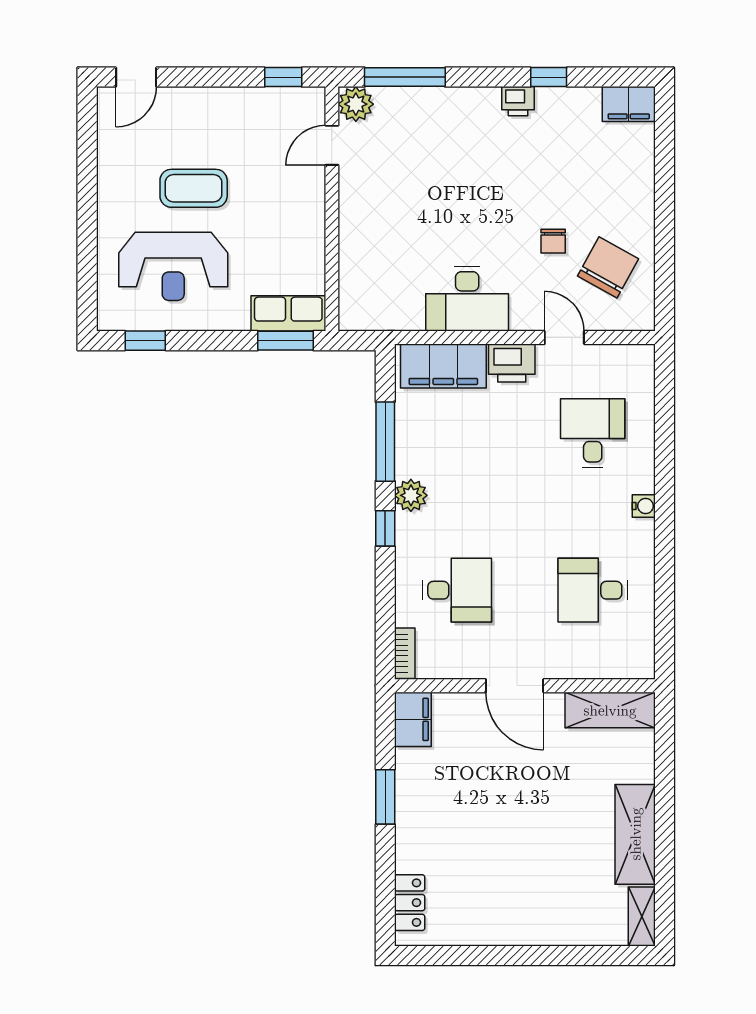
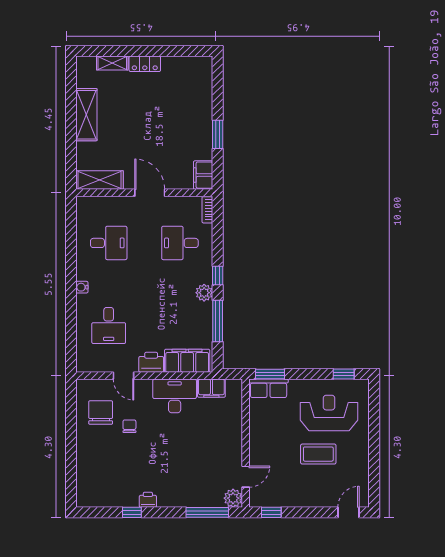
filing cabinet: (629, 104) -> (211, 388), moved, turned 180
chair: (608, 267) -> (101, 412), turned 151
locker: (410, 903) -> (145, 64), moved, turned -90
shelving: (642, 916) -> (112, 63), moved, turned 90

